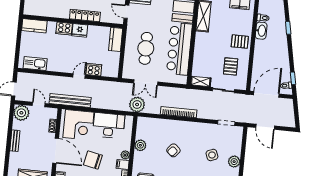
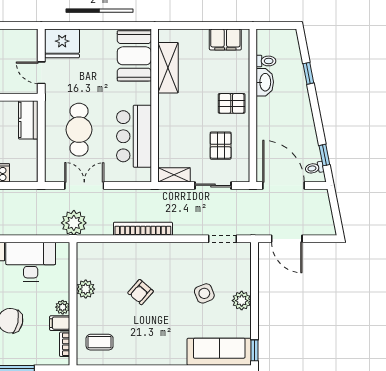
bar counter: (179, 49) -> (134, 136), width x0.73
double door: (146, 82) -> (84, 185), swing flipped
door: (266, 94) -> (284, 185), hinge flipped

